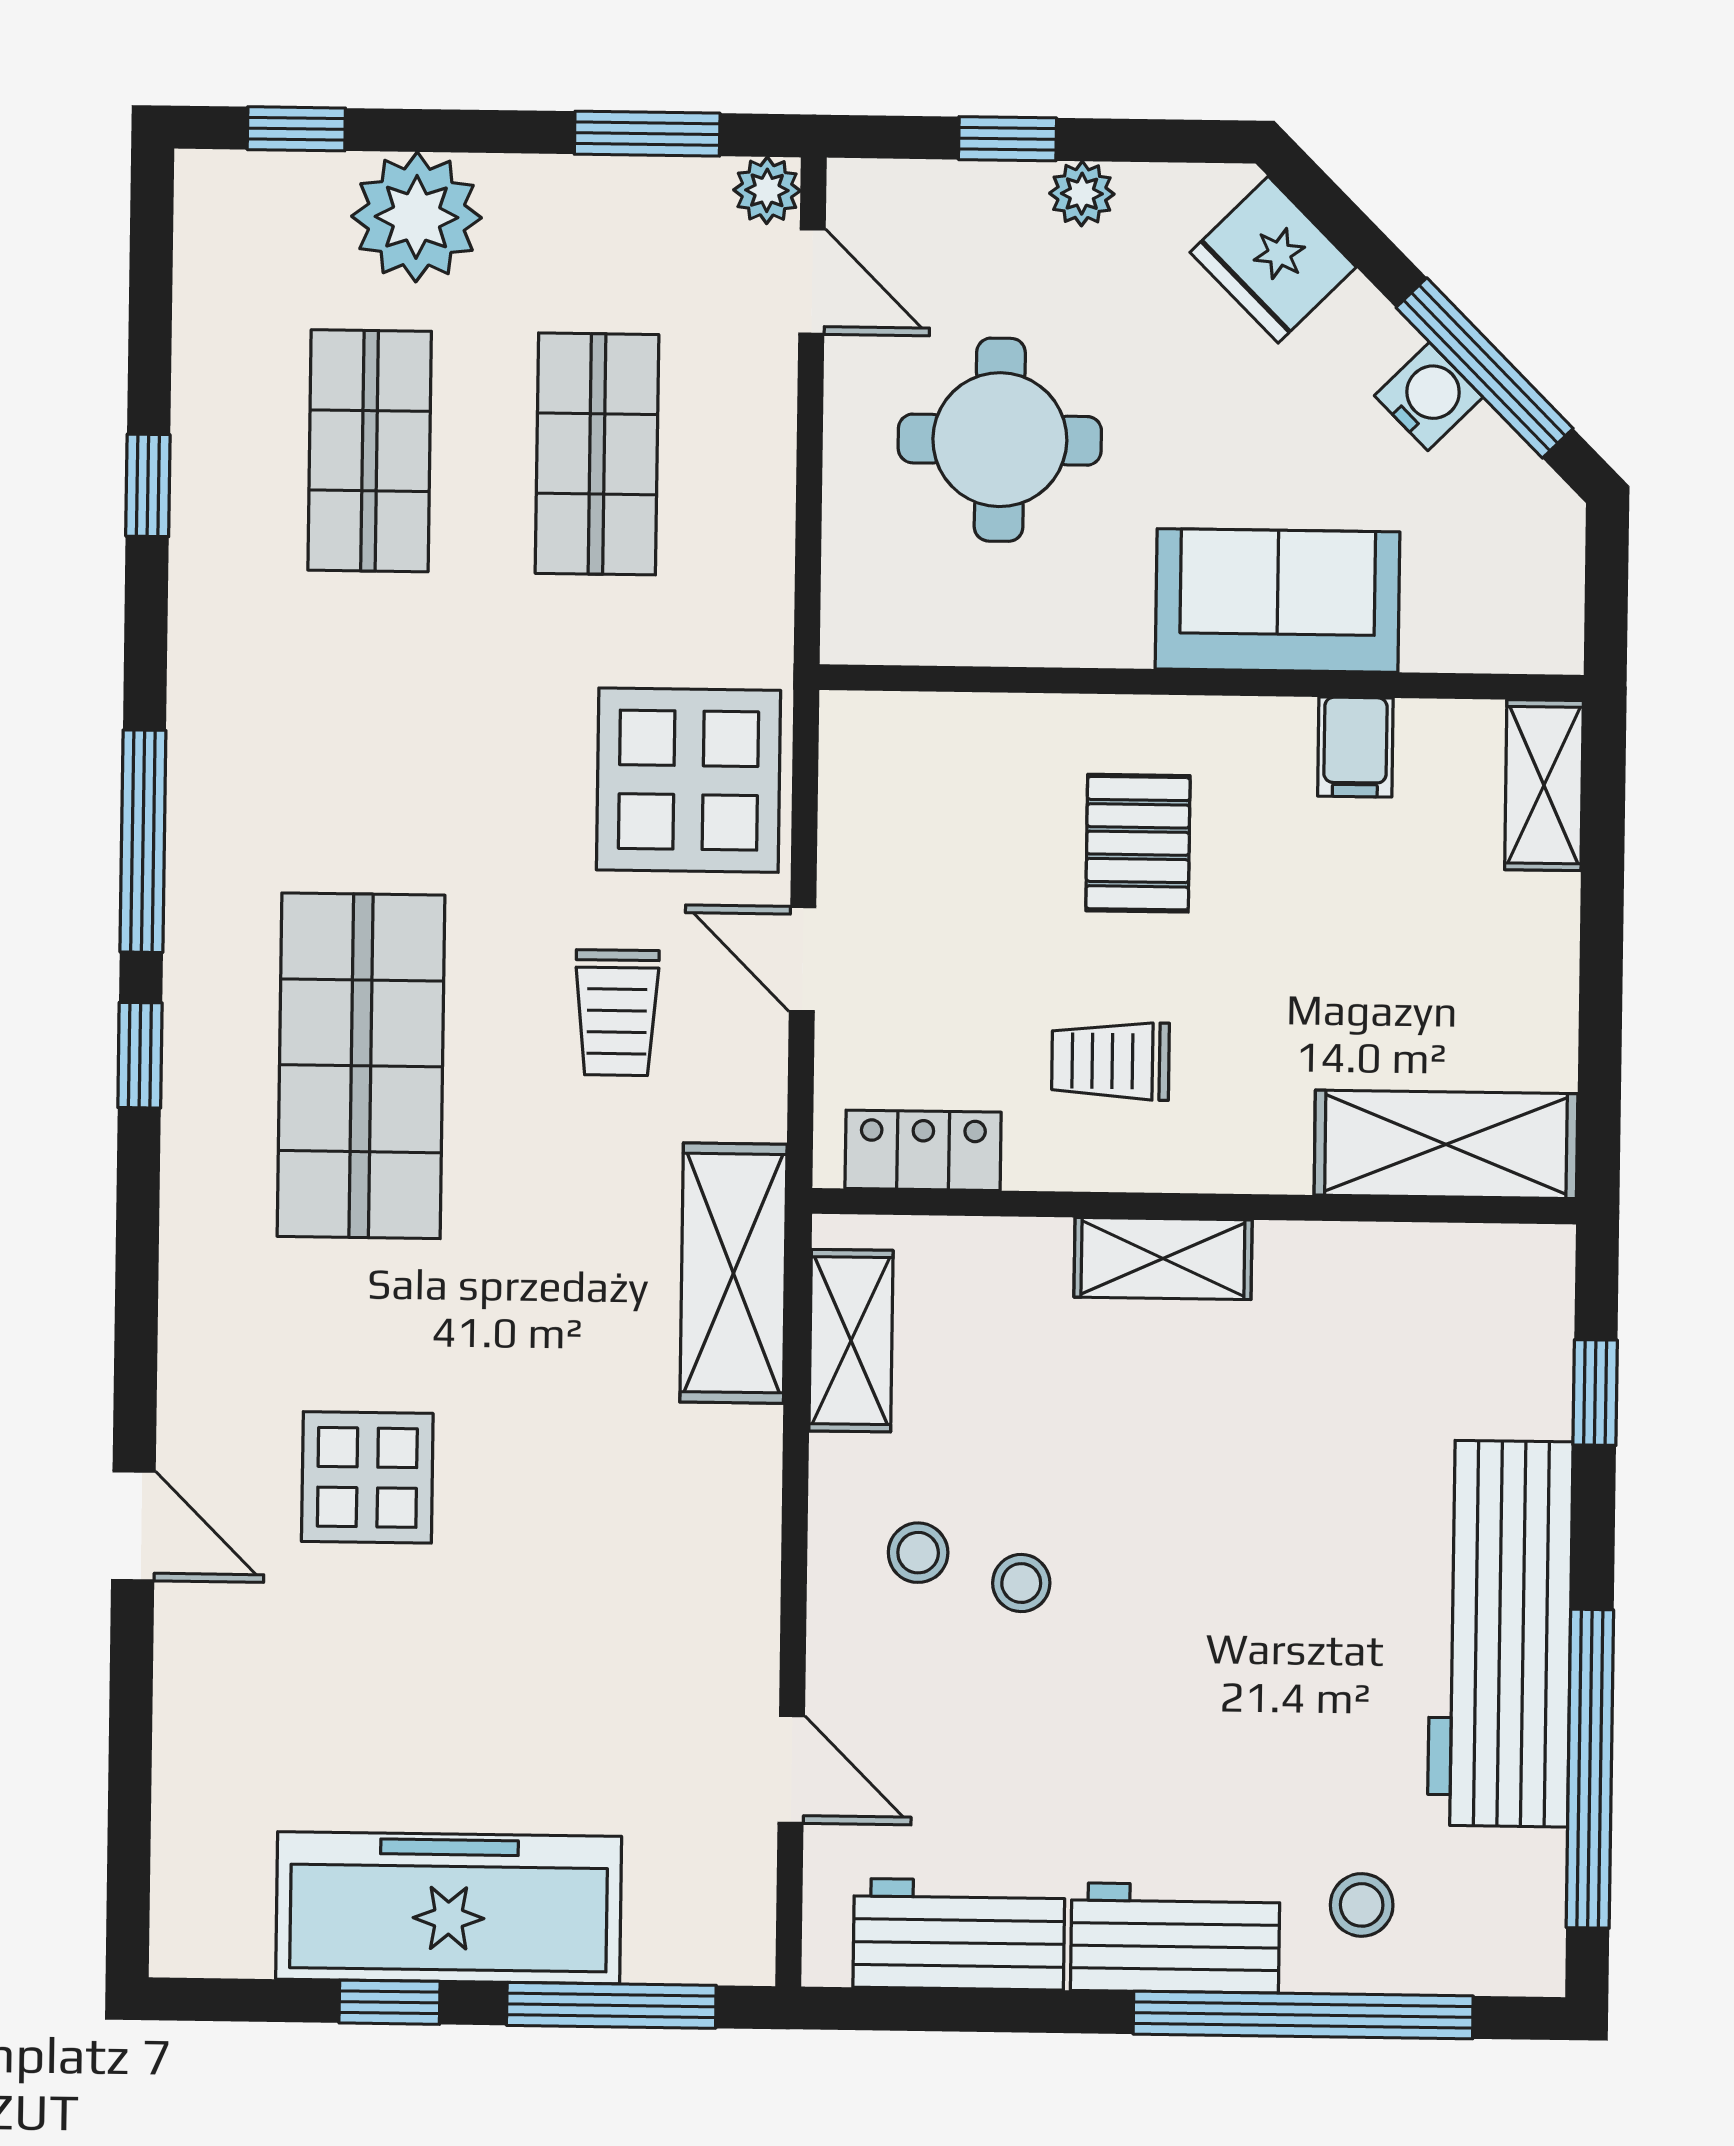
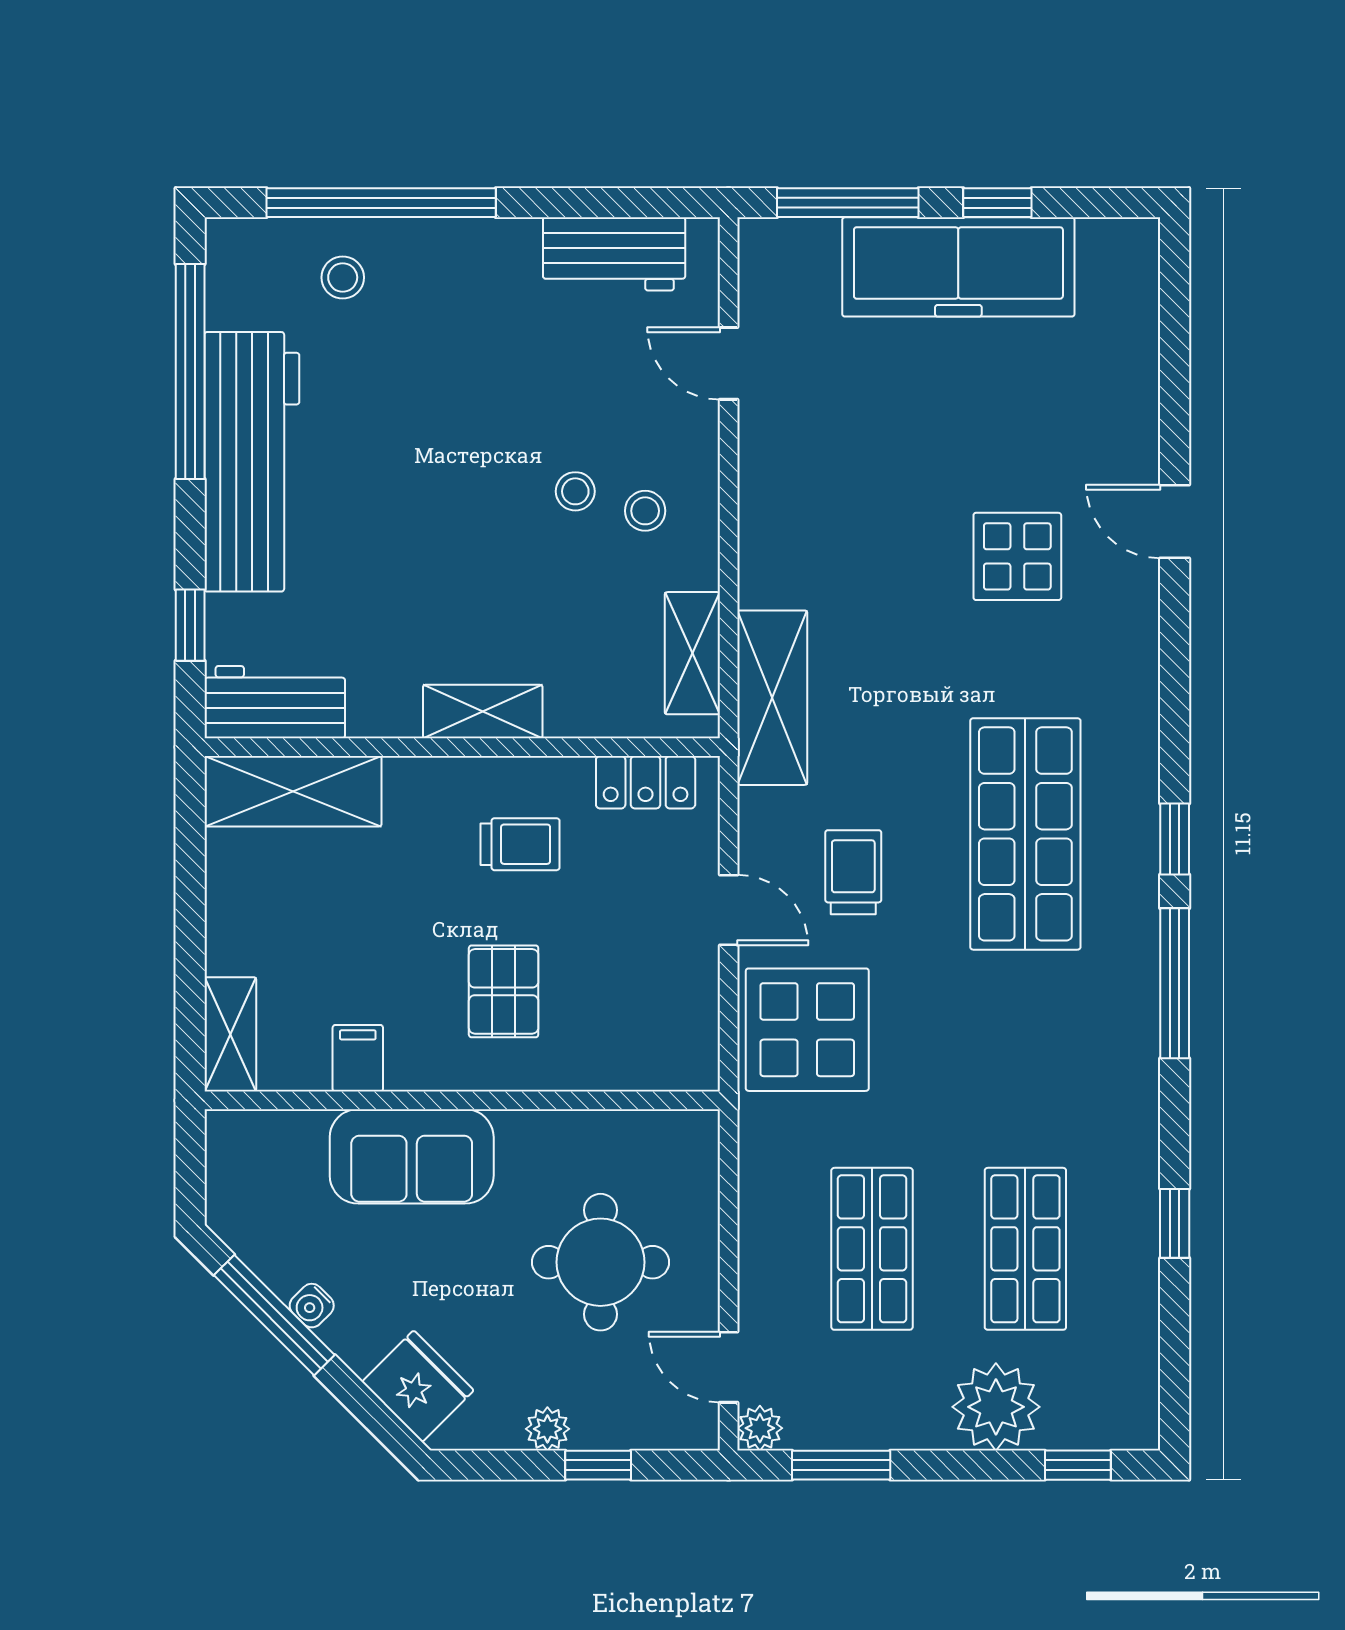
water cooler: (1429, 396) -> (312, 1306), width x0.72, depth x0.72
workbench: (1175, 1938) -> (275, 702), moved, turned 180

